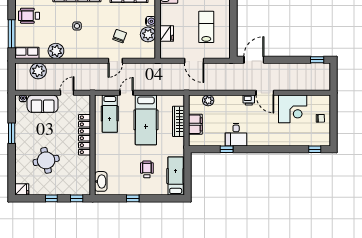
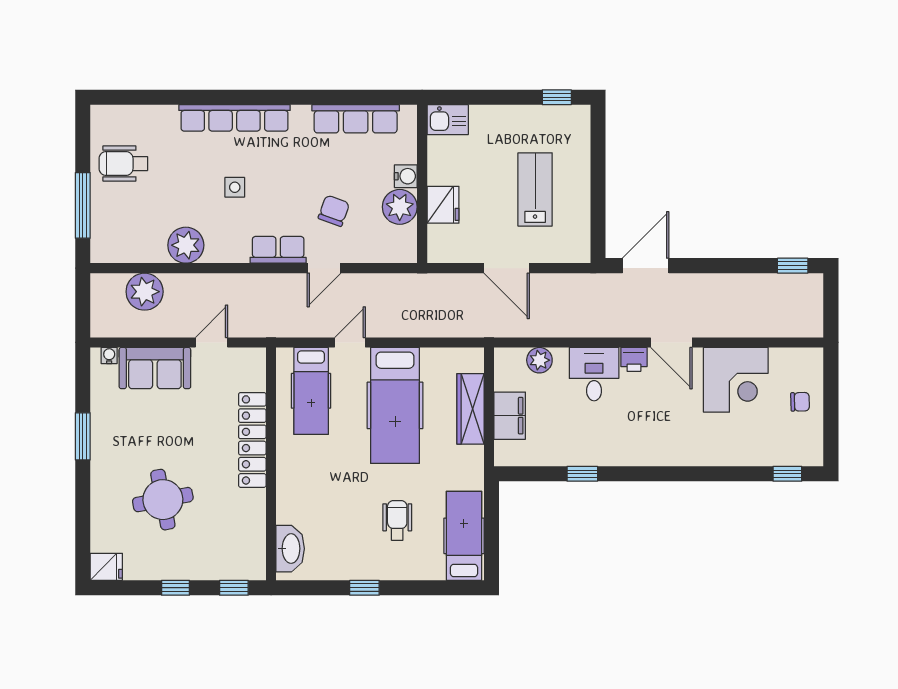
row of seats: (27, 53) -> (278, 250), moved
desk: (236, 135) -> (594, 374), moved, turned 180

